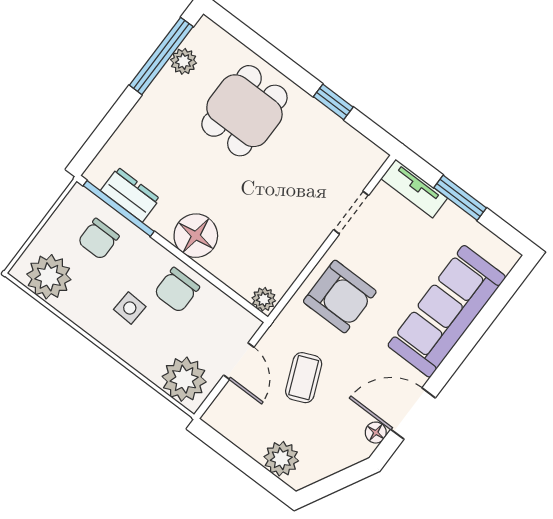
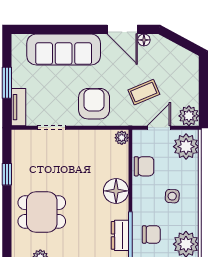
chair: (177, 290) -> (144, 166), moved
plant: (281, 459) -> (189, 116), moved

